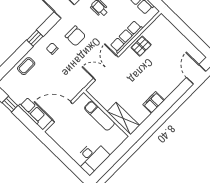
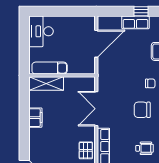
double door: (106, 68) -> (96, 109), swing flipped
row of seats: (32, 111) -> (136, 22), moved
exam couch: (99, 116) -> (50, 68), moved

